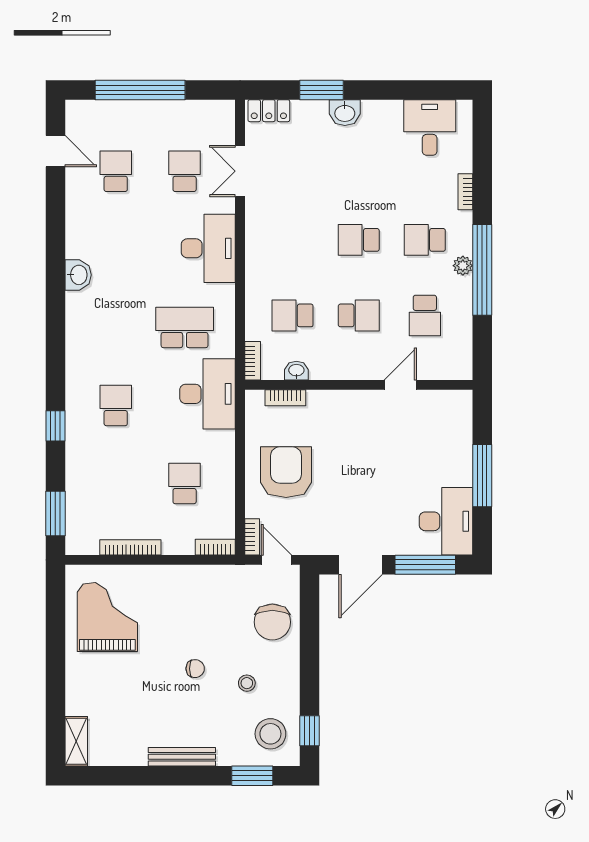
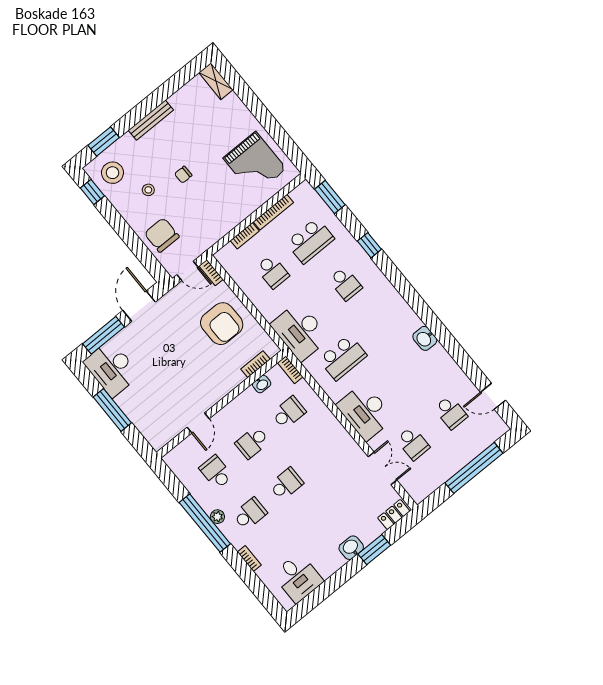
school desk: (116, 483) -> (310, 241), added
bookcase: (215, 547) -> (245, 236), moved

